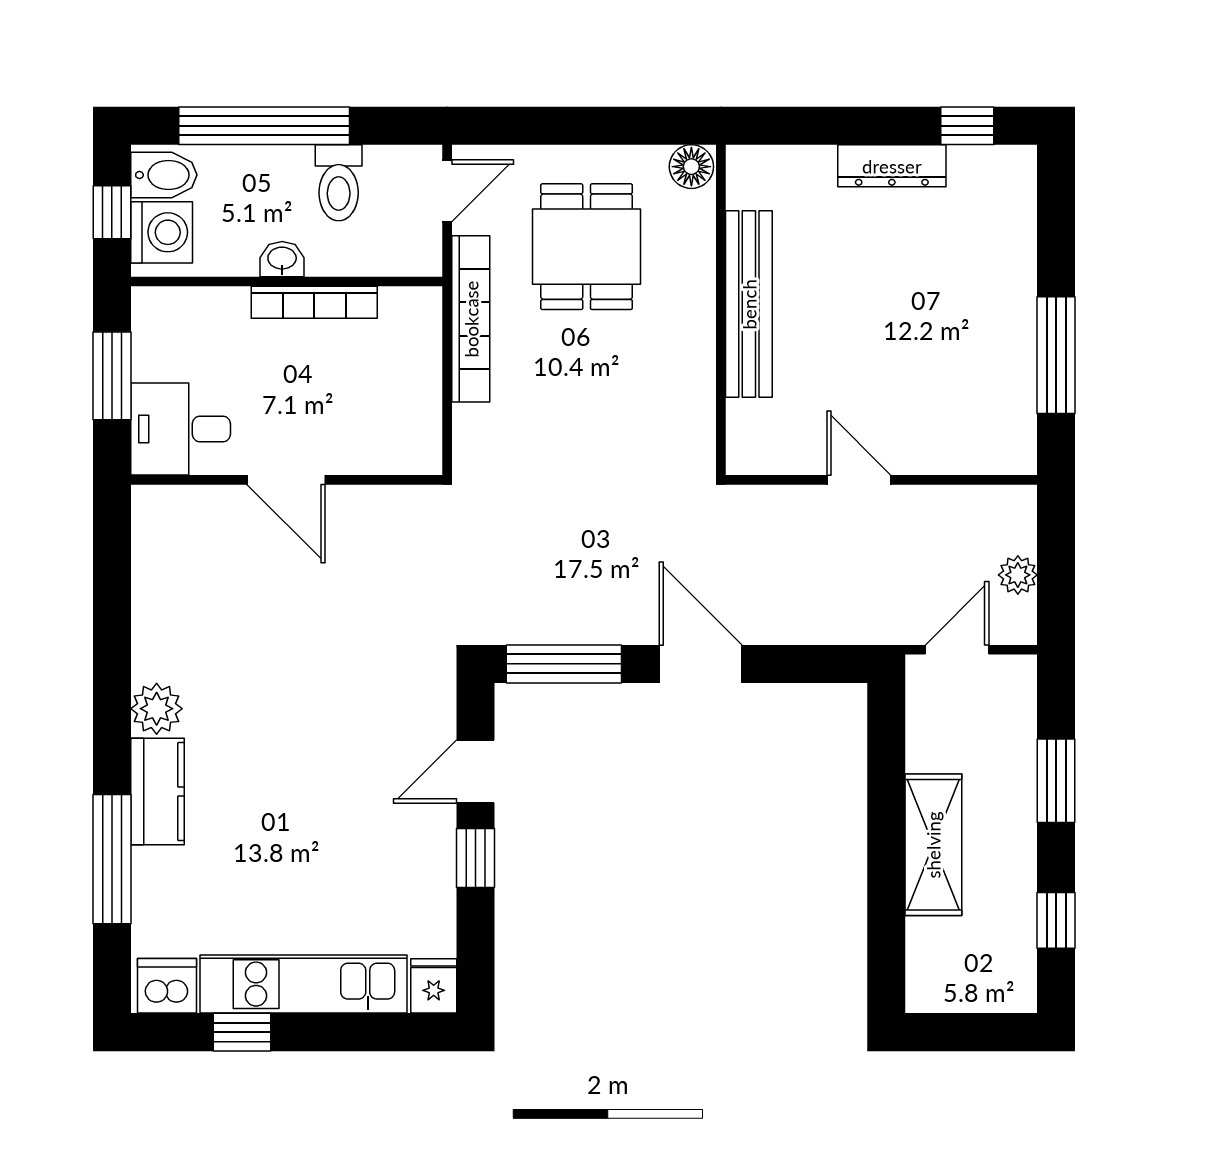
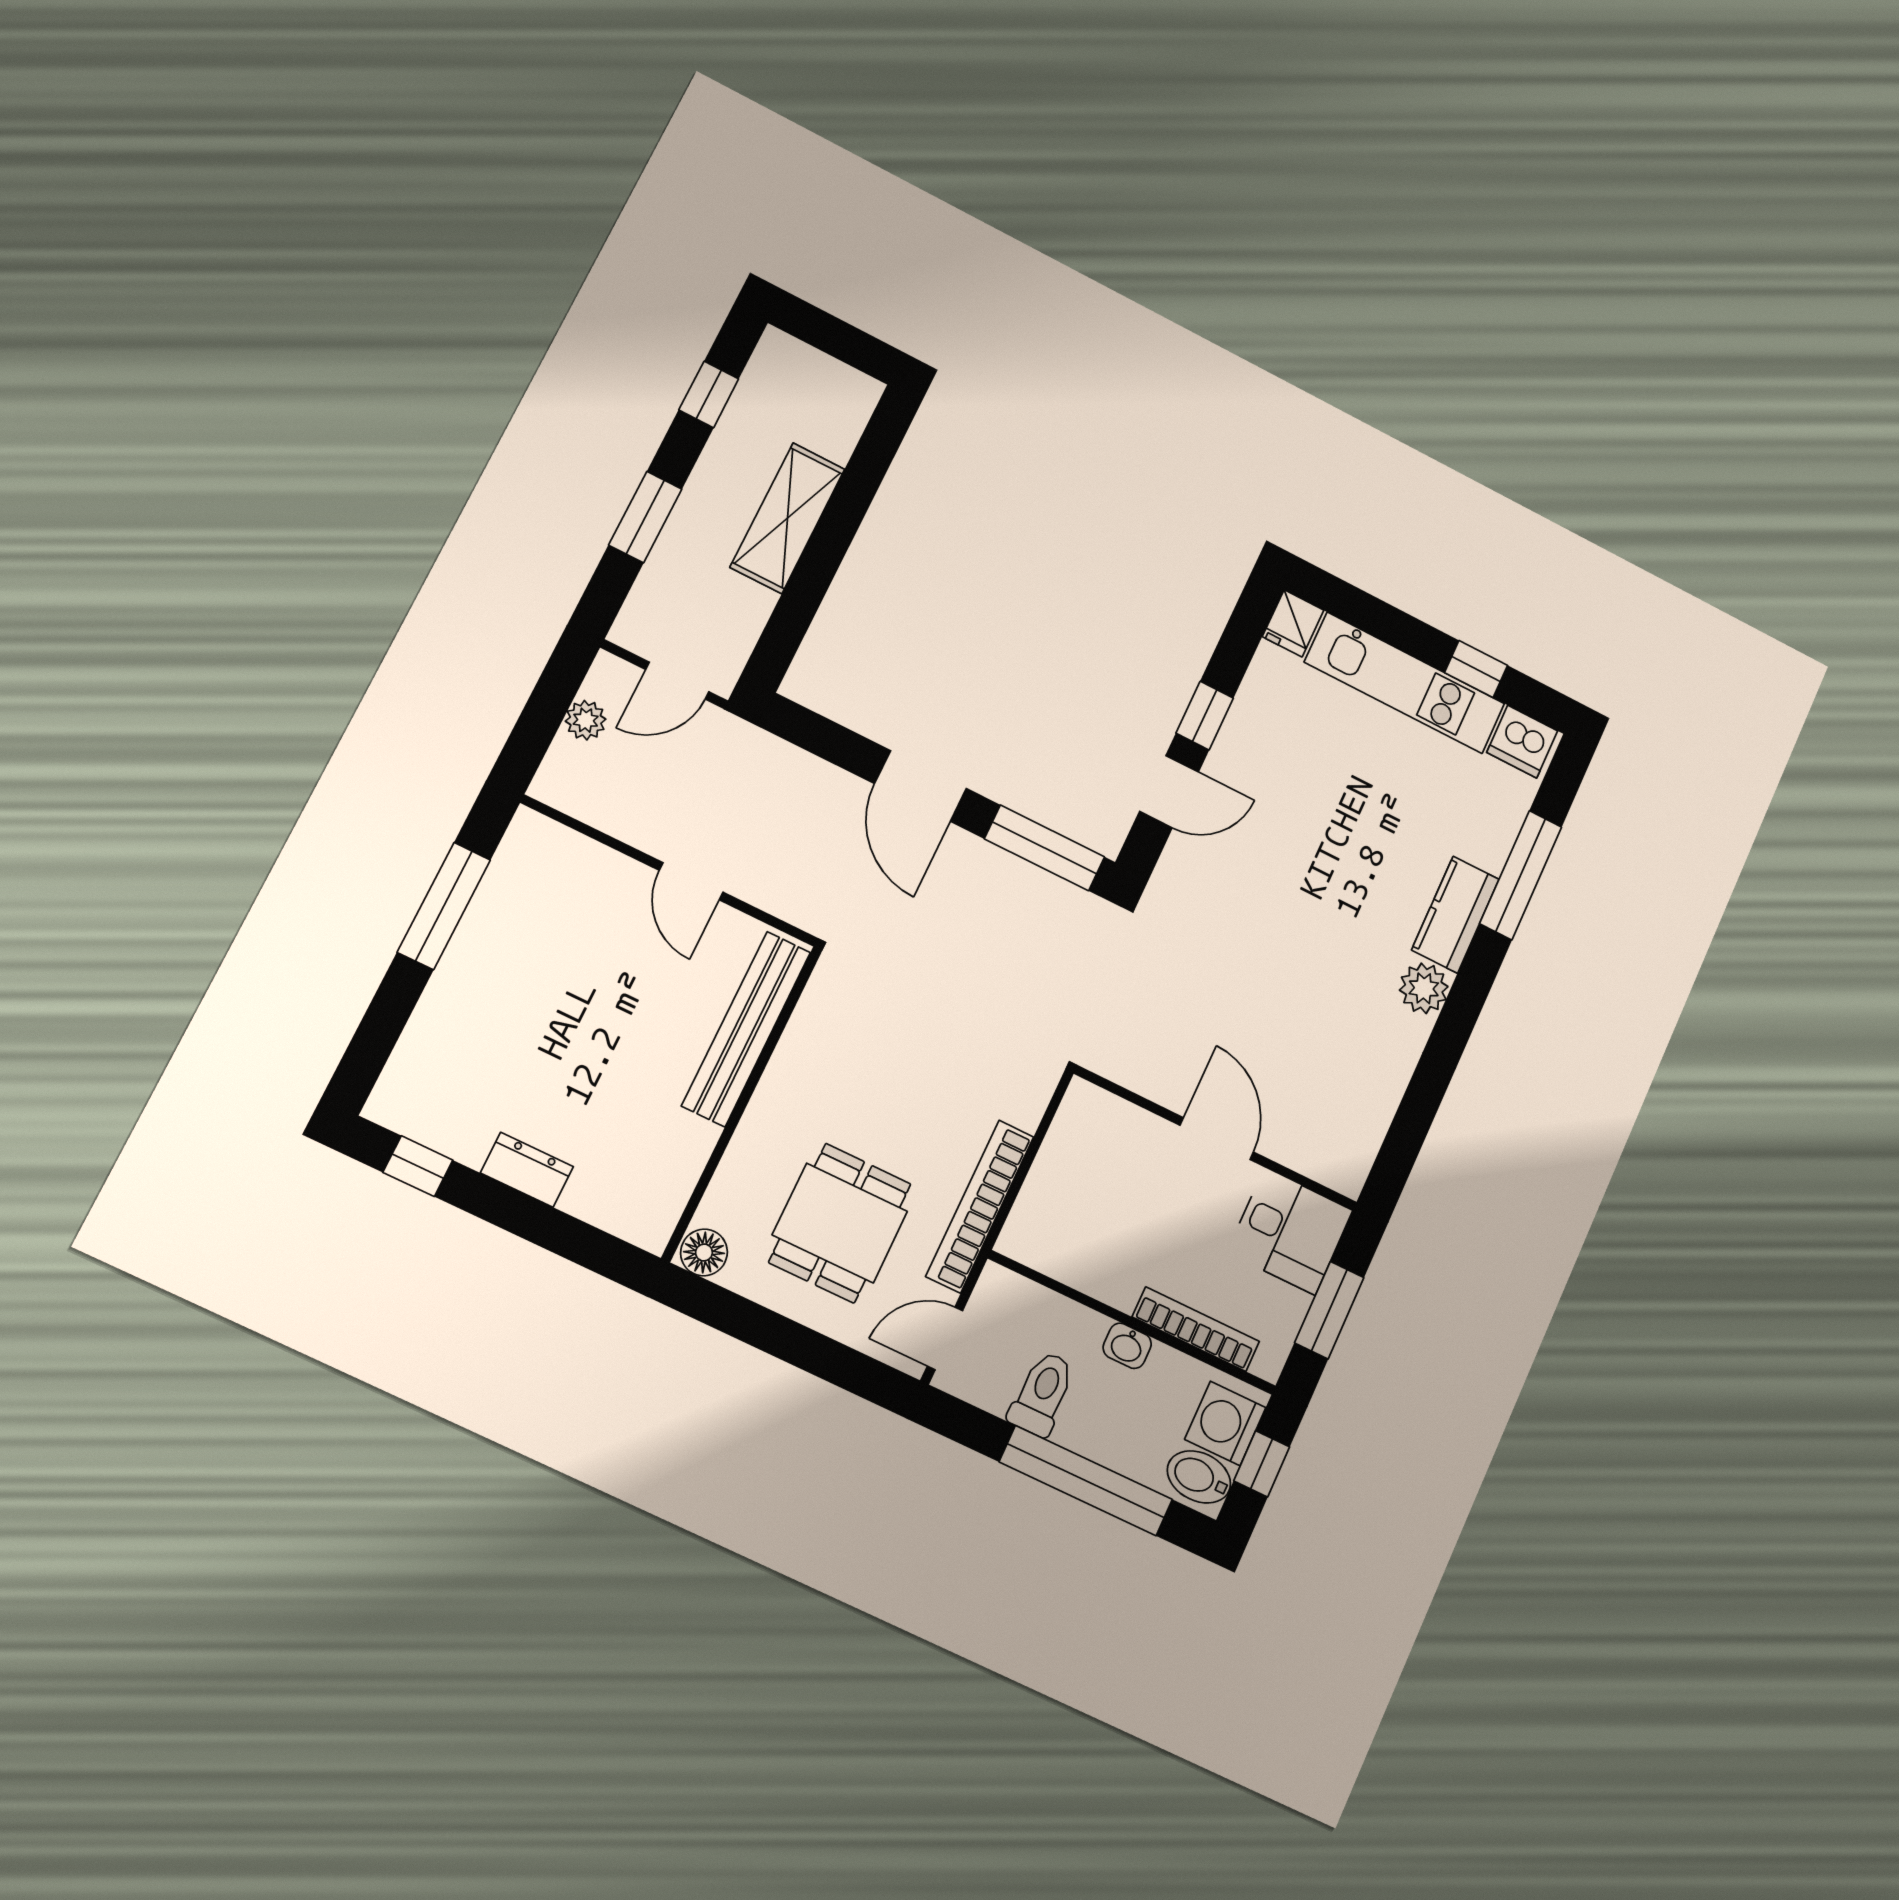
dresser: (892, 166) -> (527, 1170), width x0.70
bookcase: (314, 302) -> (1196, 1329), moved
bench: (749, 304) -> (746, 1029), moved

